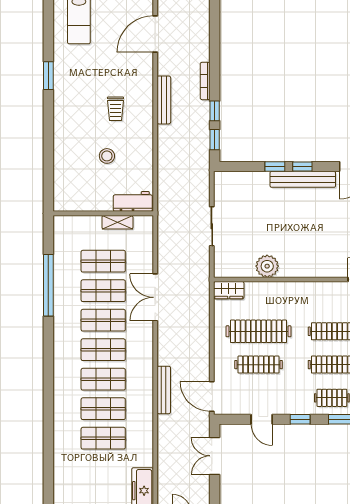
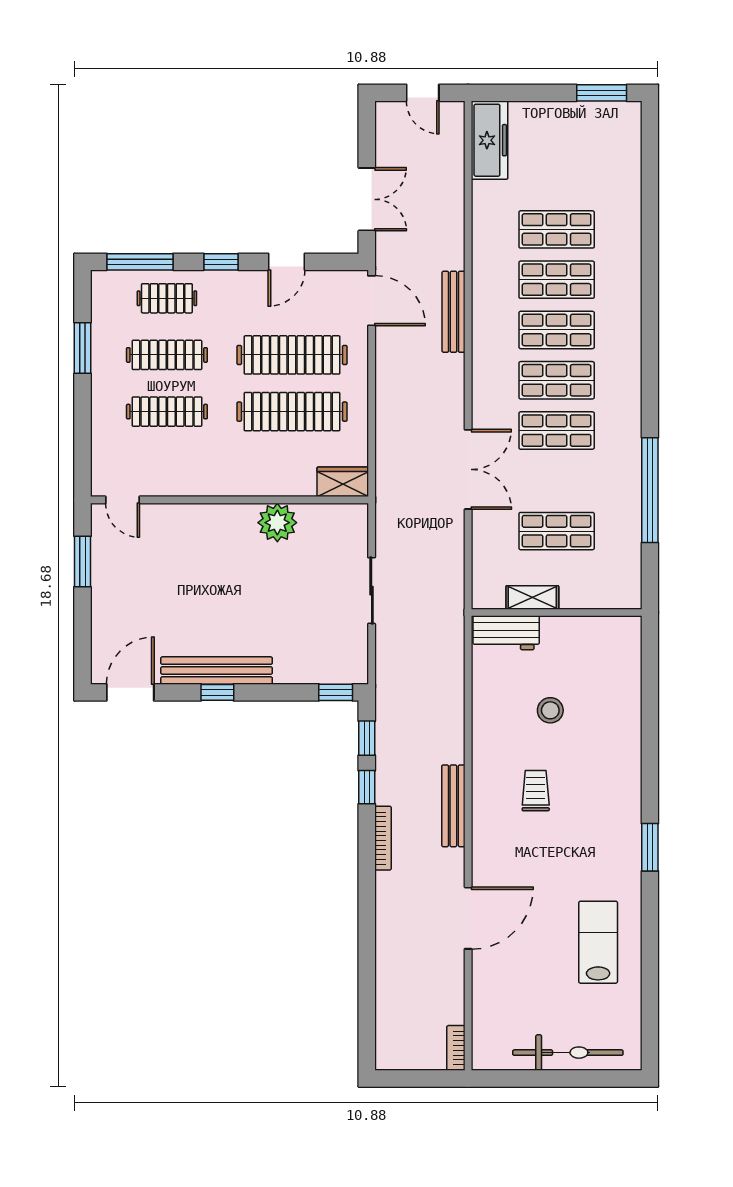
window: (275, 166) -> (336, 692), moved
shop shelf: (103, 291) -> (557, 481), removed
clothes rail: (259, 365) -> (292, 355), width x1.37, depth x1.31
door: (262, 419) -> (287, 262), swing flipped

